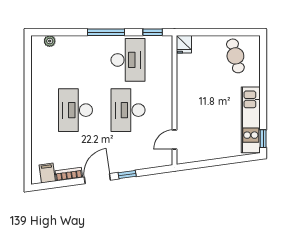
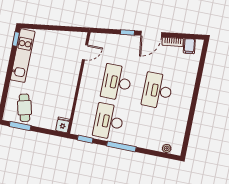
window: (236, 32) -> (20, 126), added
desk: (75, 110) -> (157, 91), turned 180
desk: (128, 110) -> (117, 82), turned 180

